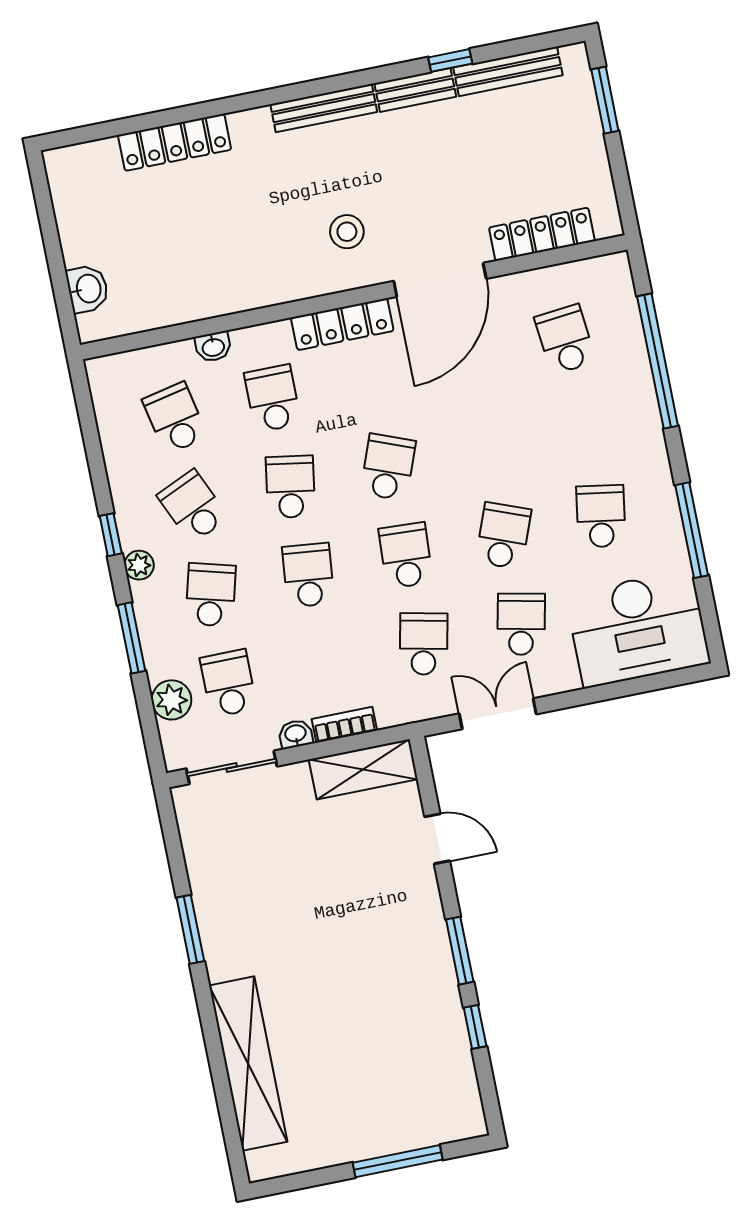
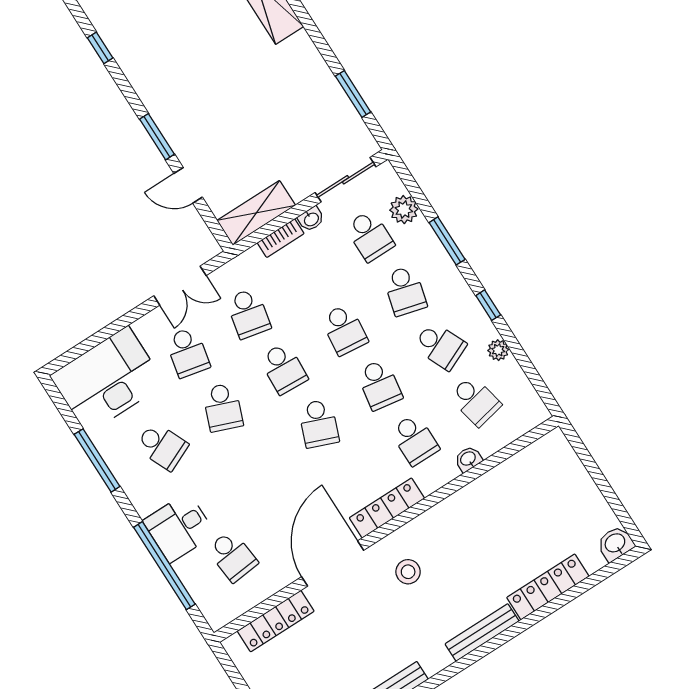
bench: (324, 108) -> (482, 633), moved
washbasin: (88, 289) -> (615, 544), moved, turned 90
desk: (620, 403) -> (179, 527), added
school desk: (601, 516) -> (162, 446), turned -33
plant: (139, 565) -> (498, 350), moved
window: (190, 929) -> (353, 94), moved
window: (460, 951) -> (157, 137), moved
window: (475, 1027) -> (100, 48), moved

